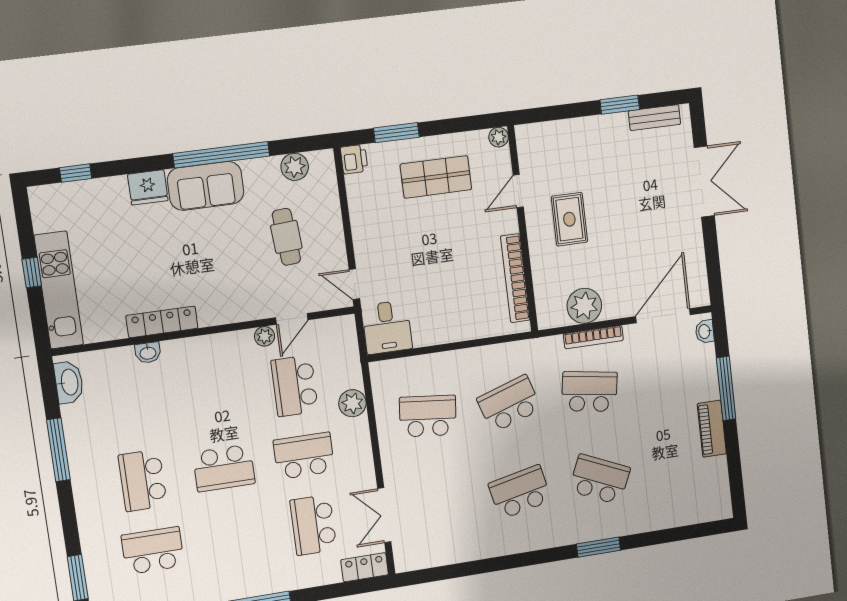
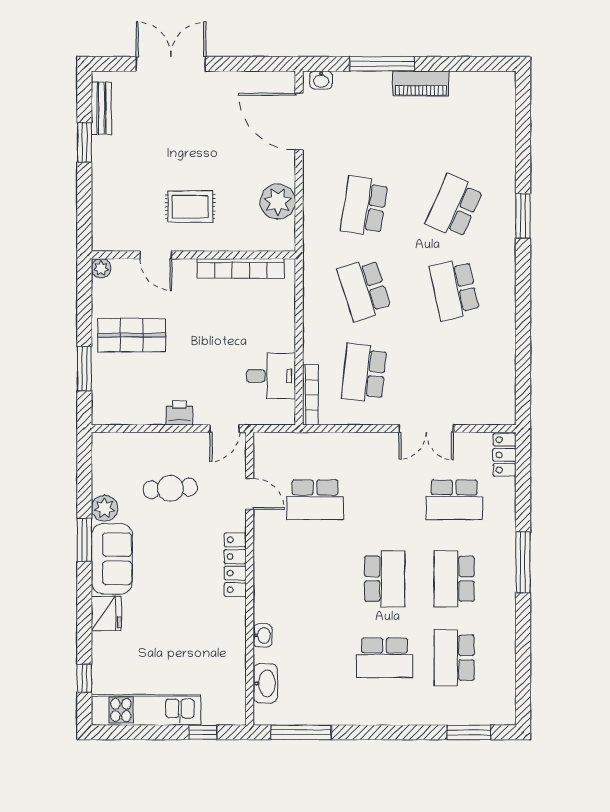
window: (221, 155) -> (84, 540), width x0.47
printer: (354, 159) -> (179, 413), moved
plant: (295, 167) -> (105, 508), moved
shop shelf: (436, 177) -> (132, 335), turned 90
window: (32, 272) -> (203, 732), moved
kitchen unit: (59, 290) -> (146, 710), moved
locker: (162, 322) -> (235, 565), moved
desk: (387, 327) -> (271, 376), moved
plant: (265, 336) -> (263, 522), removed
bookcase: (593, 337) -> (310, 395), moved
washbasin: (69, 382) -> (265, 683), moved, turned 90
plant: (352, 403) -> (340, 446), removed
window: (58, 450) -> (301, 732), moved
school desk: (304, 456) -> (454, 579), moved
double door: (384, 515) -> (426, 429), moved

